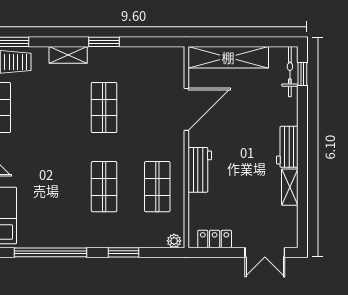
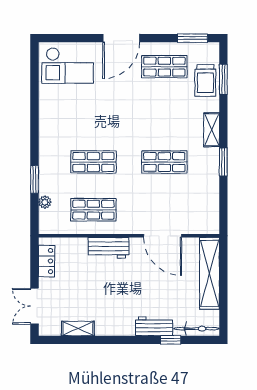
window: (302, 74) -> (171, 340), moved
workbench: (287, 147) -> (154, 326), moved
shelving: (290, 187) -> (78, 328), moved
plant: (174, 241) -> (45, 202), moved
window: (50, 252) -> (34, 114), removed

